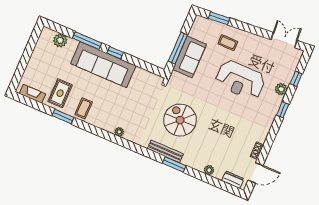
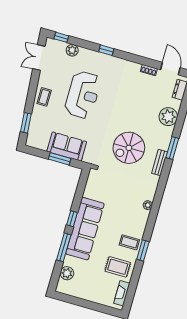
coffee table: (228, 43) -> (44, 97), moved
window: (178, 48) -> (60, 159), width x0.69
window: (296, 79) -> (61, 37), moved
plant: (281, 89) -> (72, 50), moved
window: (63, 117) -> (143, 250), moved
bench: (165, 151) -> (160, 163), width x0.73
plant: (209, 170) -> (168, 117), width x1.88, depth x1.88

